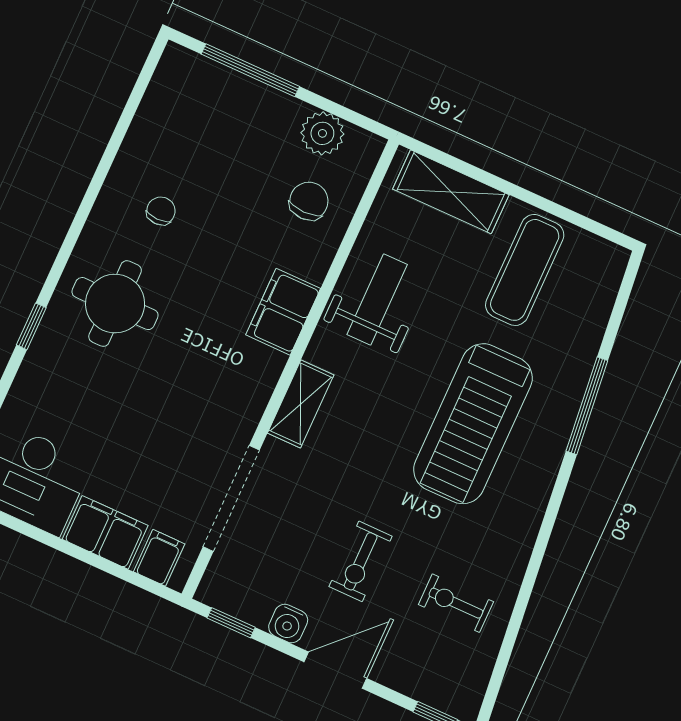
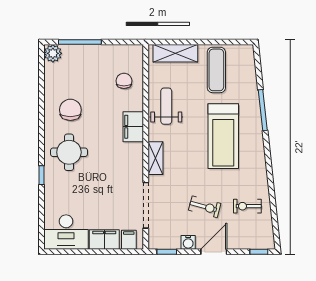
plant: (322, 133) -> (53, 53), moved
chair: (161, 211) -> (70, 110), width x1.87, depth x1.87
exercise bike: (361, 561) -> (205, 207), turned -75

